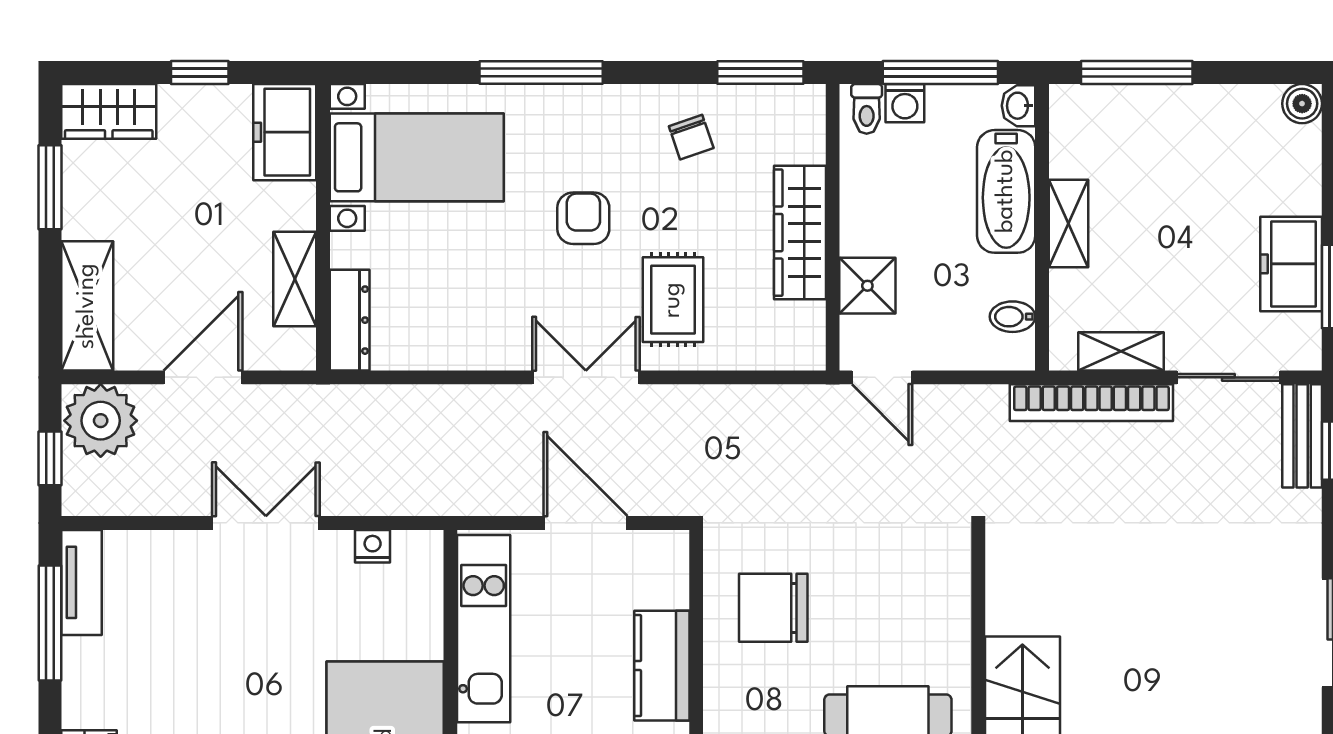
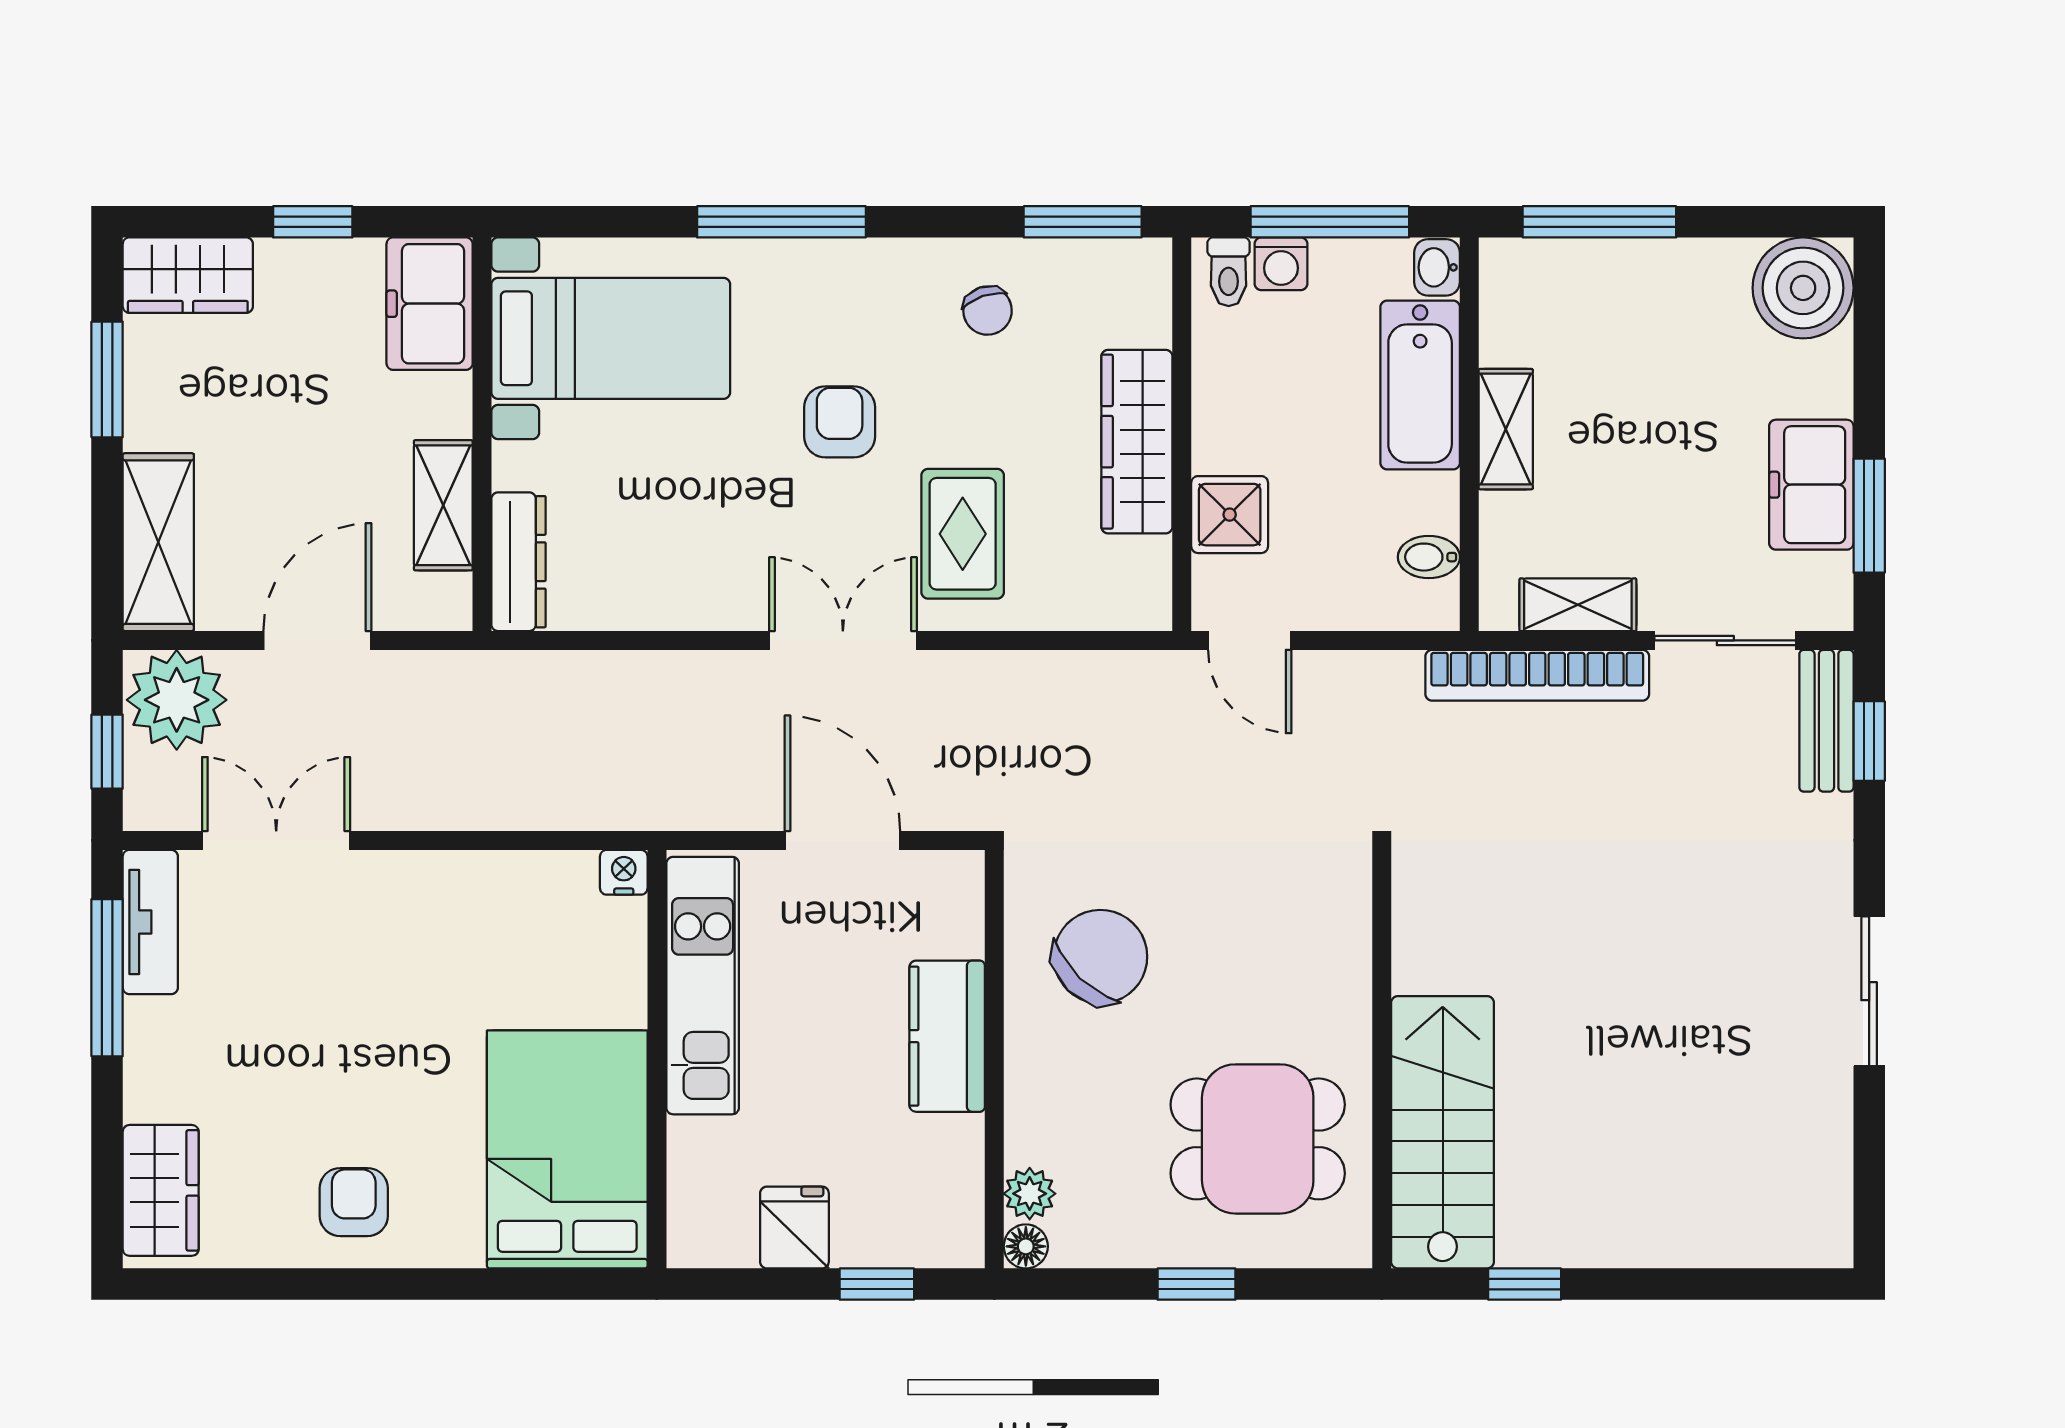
boiler: (1302, 104) -> (1803, 288), width x1.86, depth x1.86
double door: (266, 523) -> (276, 840), moved
nightstand: (373, 546) -> (624, 872), moved
chair: (773, 608) -> (1100, 957), turned 134

